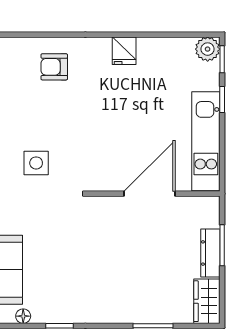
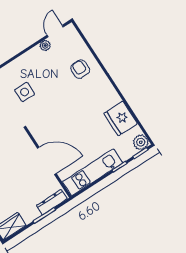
fridge: (124, 51) -> (121, 118), moved, width x1.88, depth x1.34
dresser: (210, 253) -> (52, 202), moved

